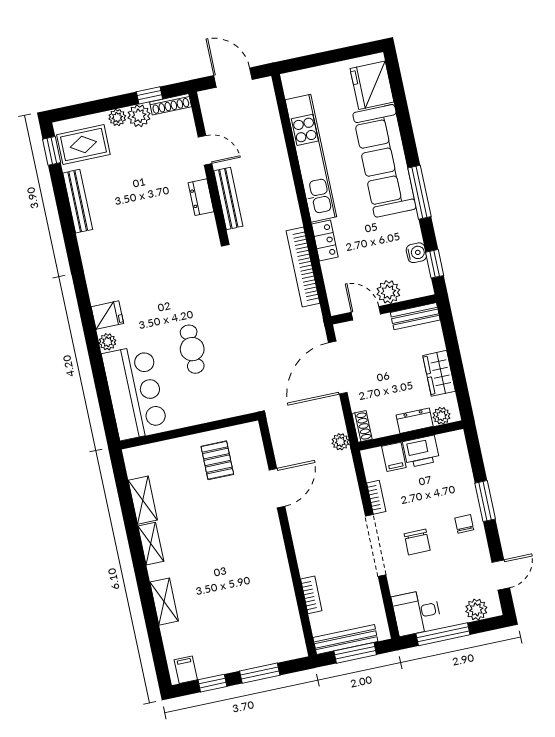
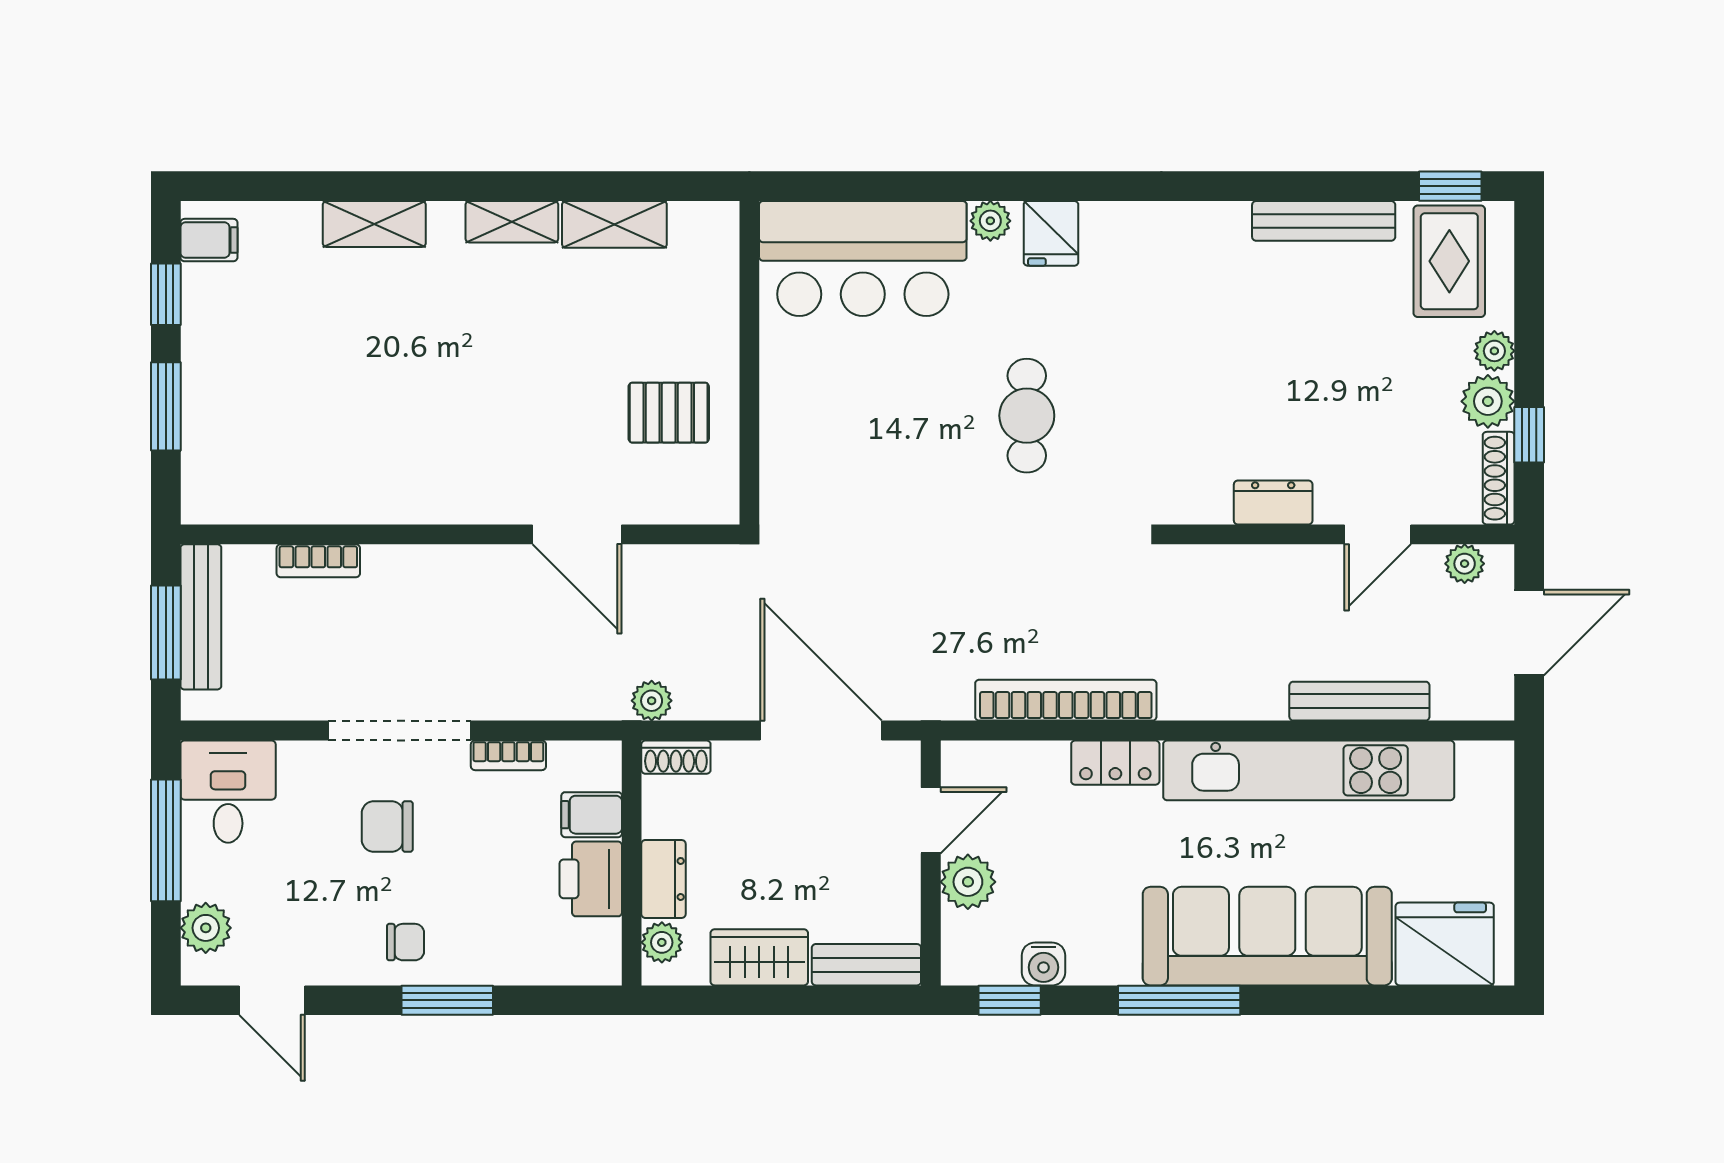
plant: (210, 111) -> (1465, 564), added
bench: (228, 198) -> (1359, 701), moved
bench: (415, 316) -> (866, 965), moved, turned 90
cafe table: (192, 349) -> (1027, 416), moved, turned 90

